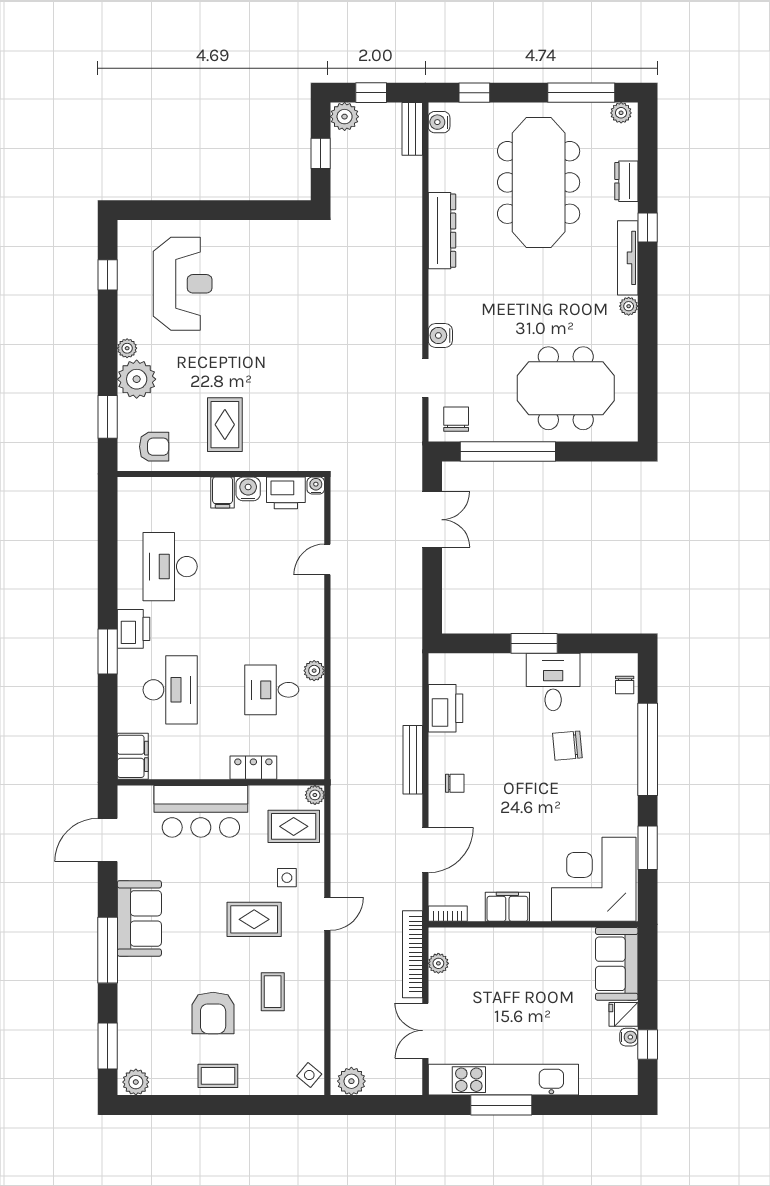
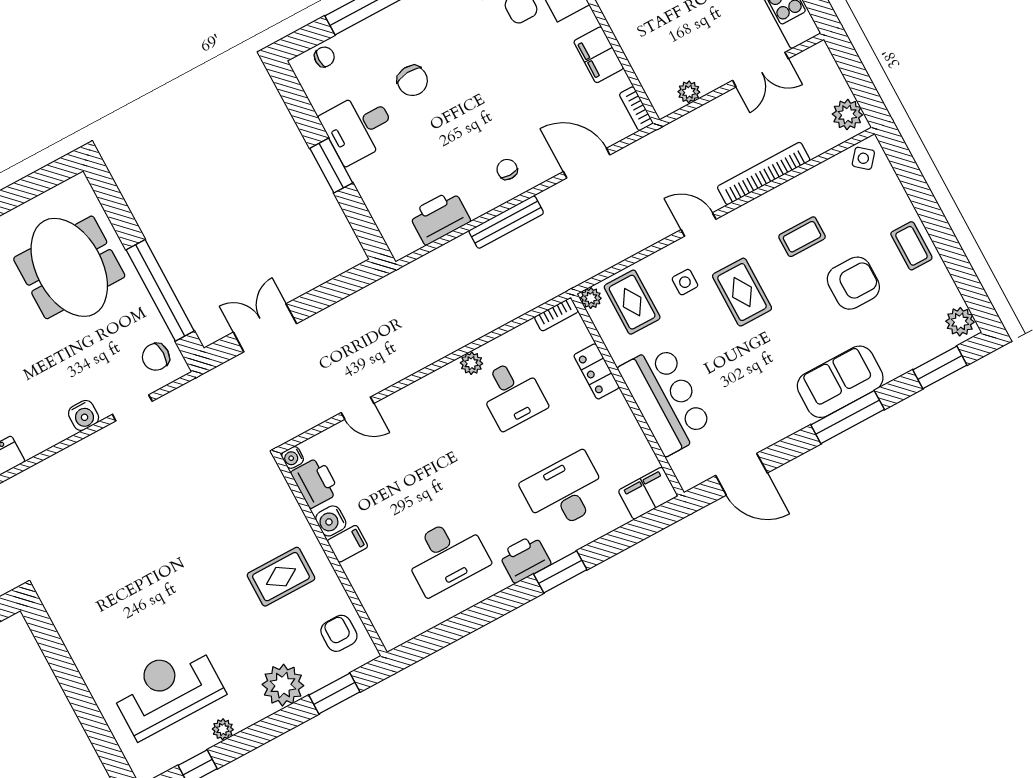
plant: (127, 348) -> (223, 729), moved
bookcase: (317, 760) -> (556, 314), added
sofa: (139, 918) -> (840, 382), moved
bookcase: (412, 954) -> (764, 173), moved, turned 180

